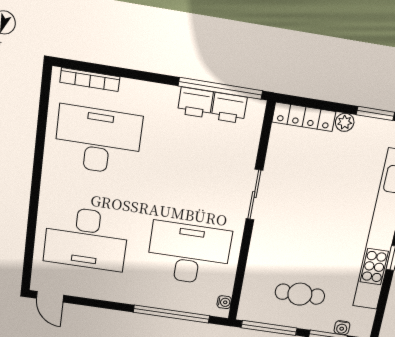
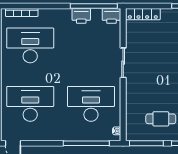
printer: (229, 108) -> (112, 16), moved
plant: (345, 122) -> (166, 14), removed
desk: (86, 238) -> (30, 104), turned 180

